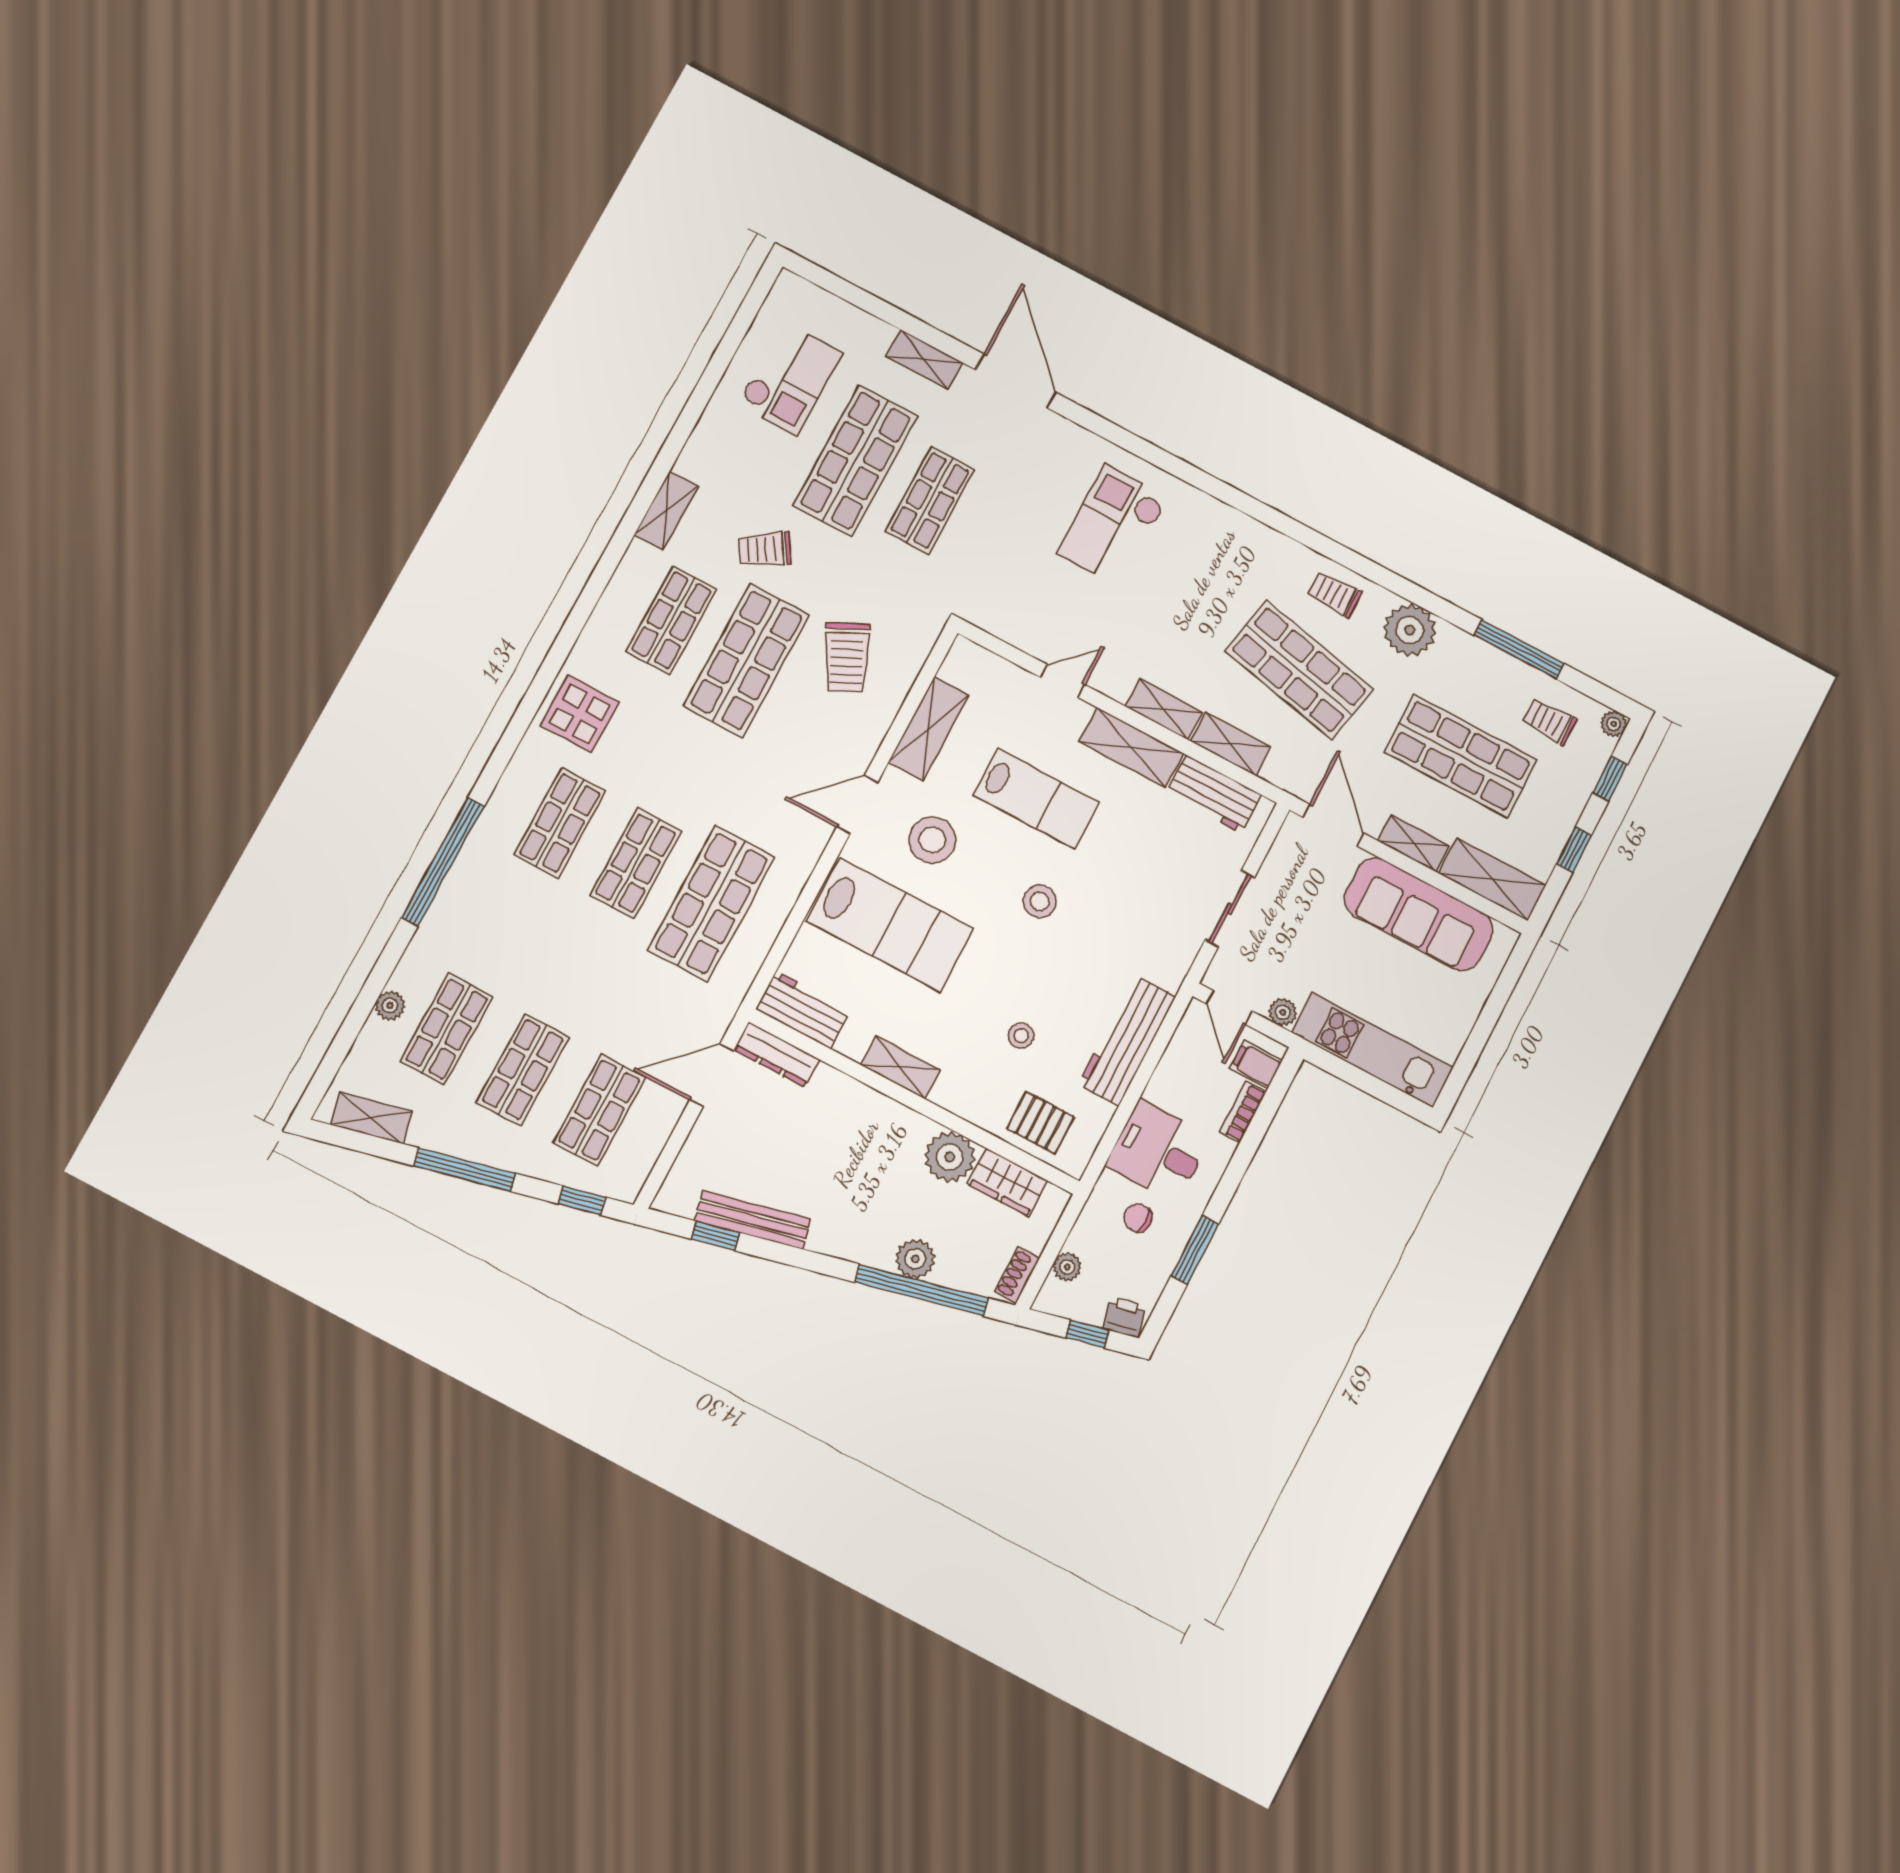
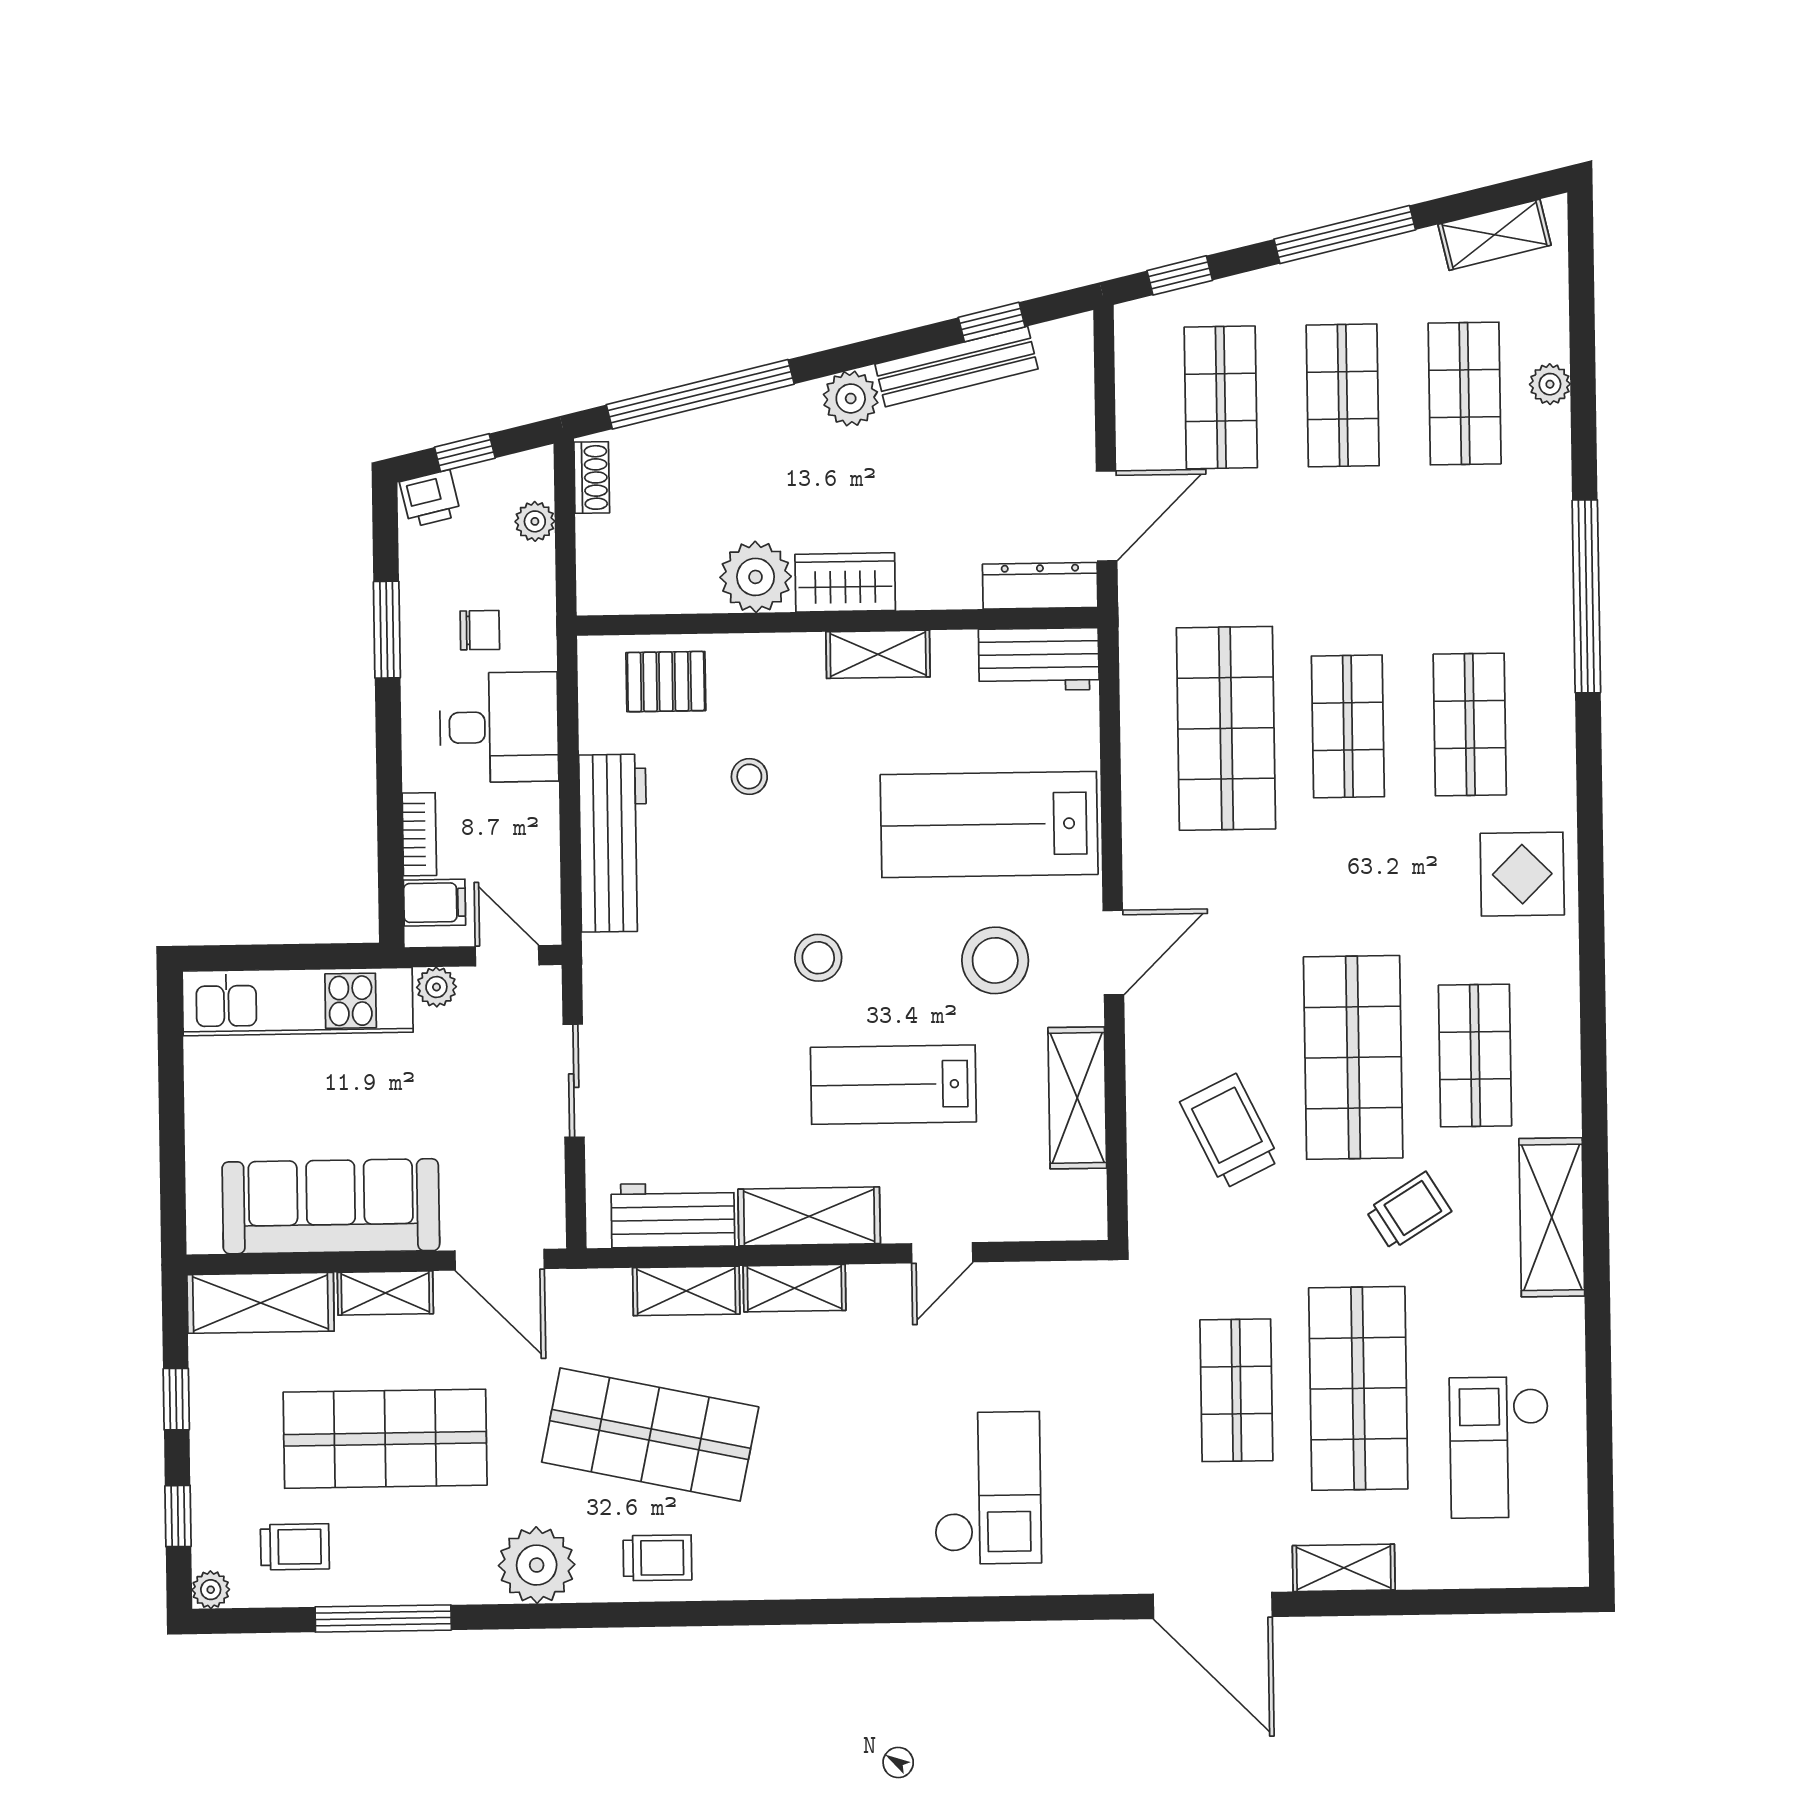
shelving: (666, 511) -> (1552, 1217), width x1.50, depth x1.33
wardrobe: (1008, 1182) -> (845, 582), moved
plant: (915, 1259) -> (851, 398), moved

